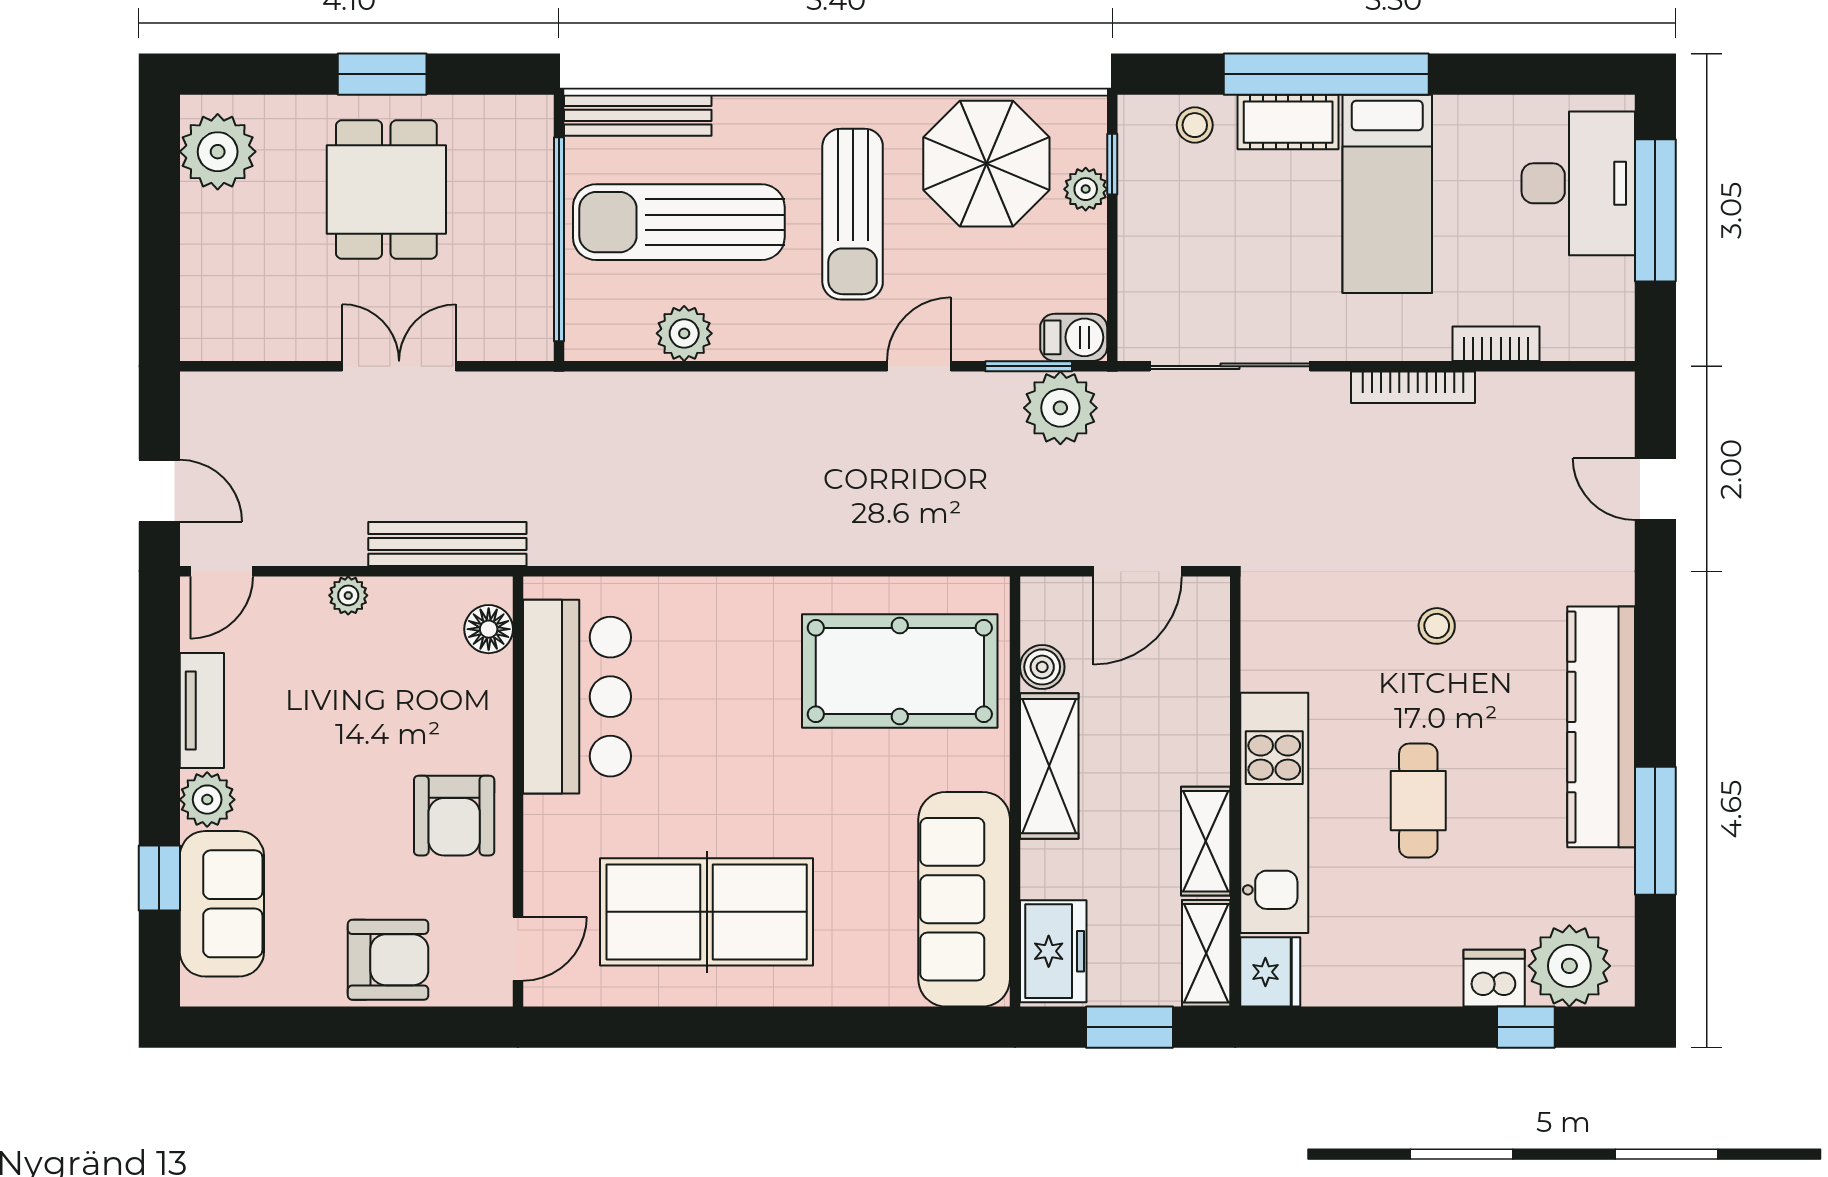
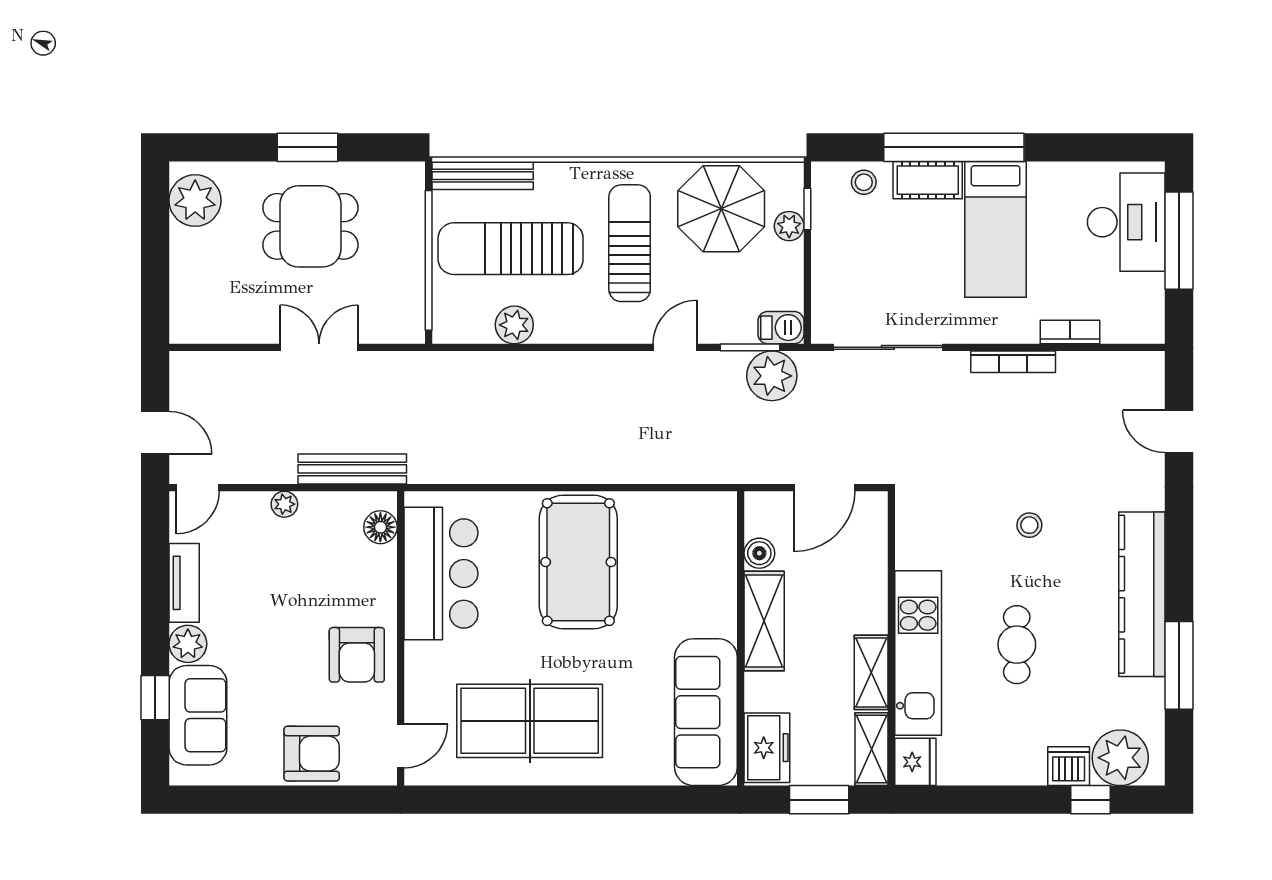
dining table: (386, 190) -> (310, 226), turned 90
sun lounger: (853, 214) -> (630, 243), turned 180
pool table: (900, 671) -> (578, 562), moved, turned 90

